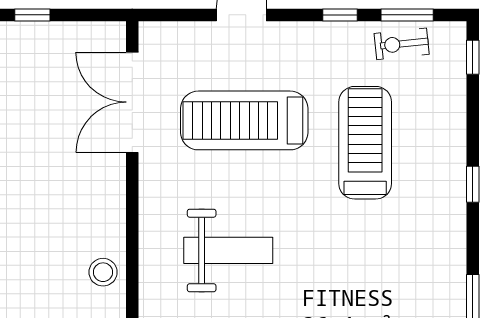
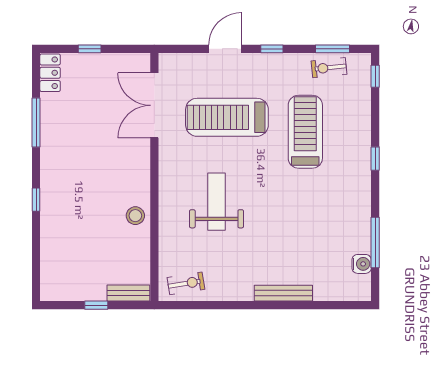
window: (340, 15) -> (272, 49), moved
weight bench: (228, 250) -> (217, 202), turned -90

